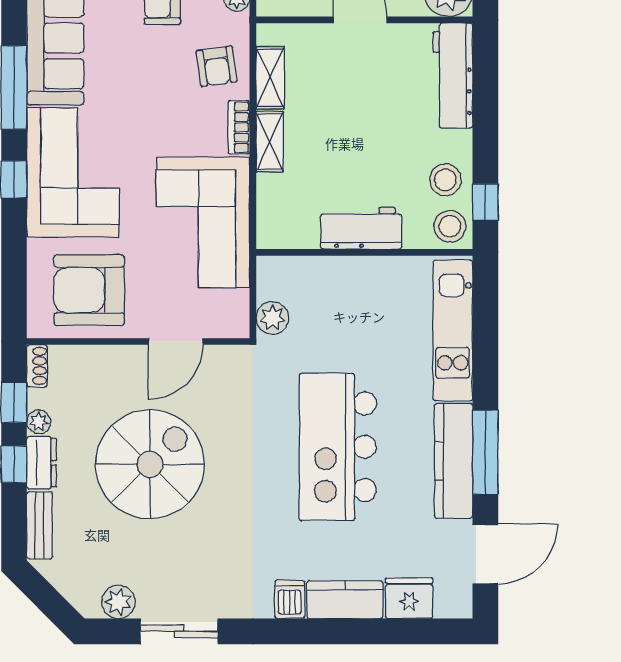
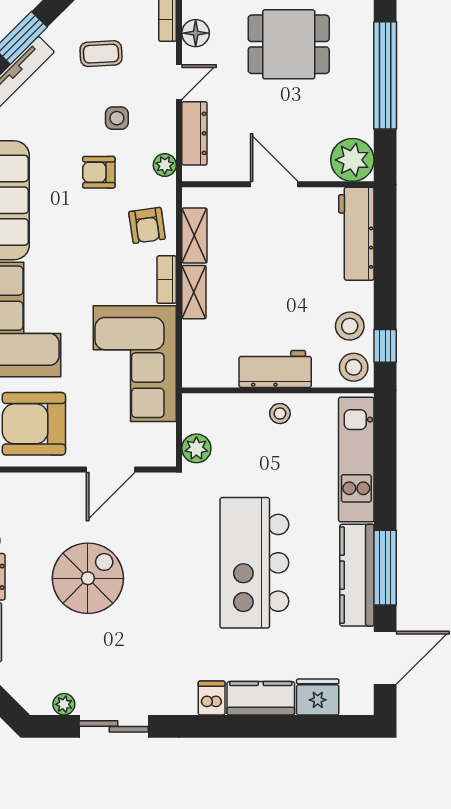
stool: (367, 278) -> (280, 414), added
spiral stairs: (150, 464) -> (88, 578), width x0.73, depth x0.73
plant: (118, 602) -> (64, 704), width x0.73, depth x0.73

